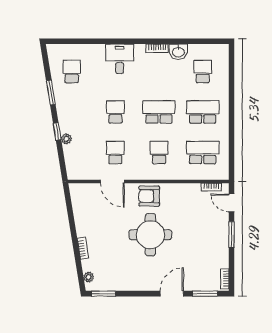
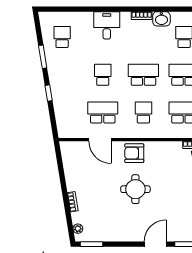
plant: (66, 139) -> (57, 100), removed
school desk: (115, 152) -> (103, 113), width x1.85
round table: (150, 235) -> (135, 189), width x0.73, depth x0.73

